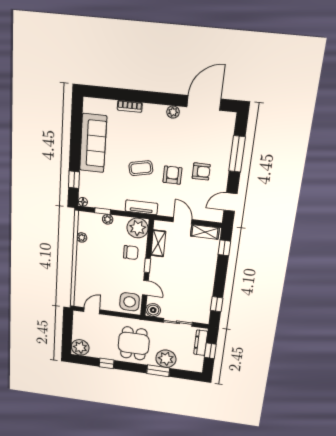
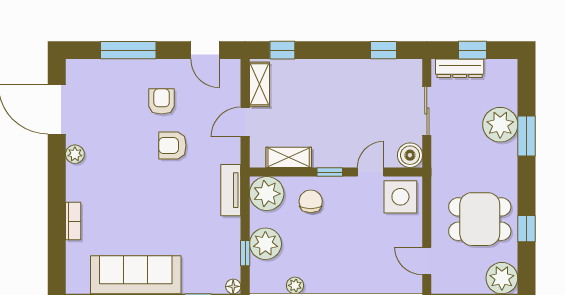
coffee table: (141, 168) -> (167, 196), removed
plant: (108, 219) -> (265, 244), width x1.88, depth x1.88
dining table: (134, 343) -> (480, 219), moved

